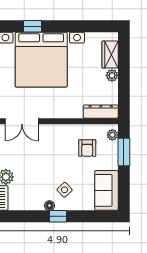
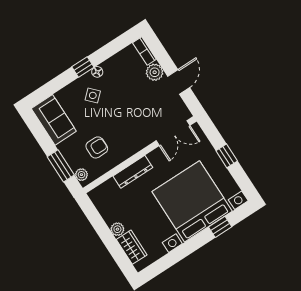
dresser: (101, 112) -> (133, 172), moved
double door: (22, 121) -> (173, 133), swing flipped
armchair: (87, 148) -> (97, 147), turned 90

